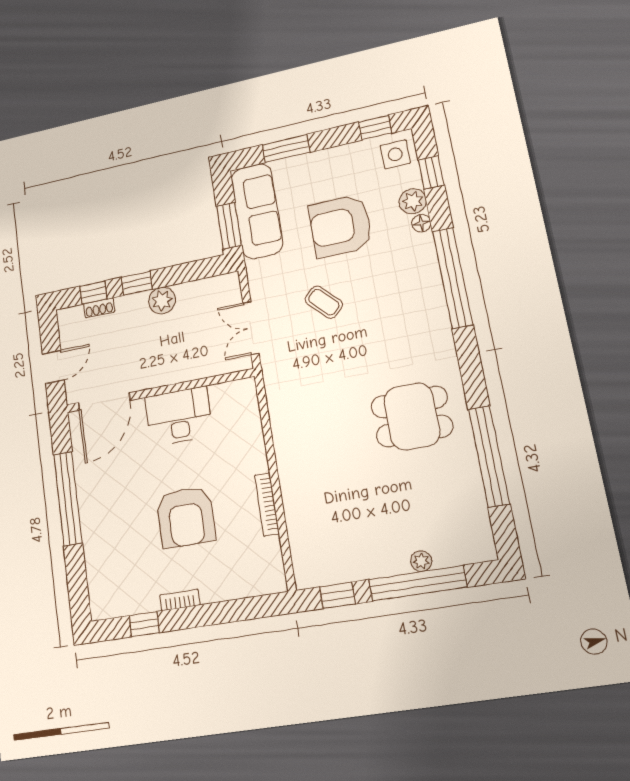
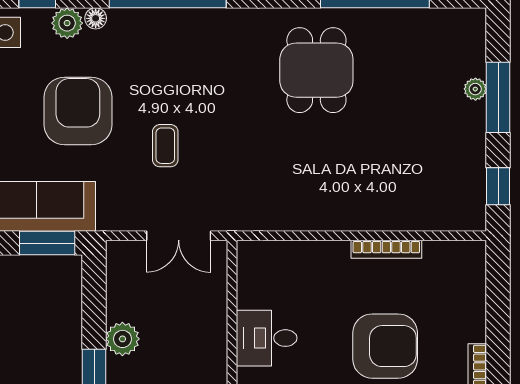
armchair: (340, 226) -> (78, 111), turned 180
coffee table: (324, 302) -> (165, 146), turned -46
desk: (179, 416) -> (267, 338), width x0.73
window: (418, 583) -> (498, 97), width x0.68

